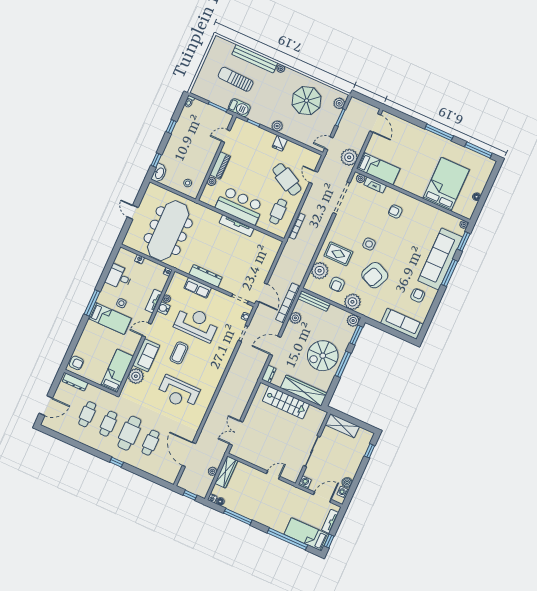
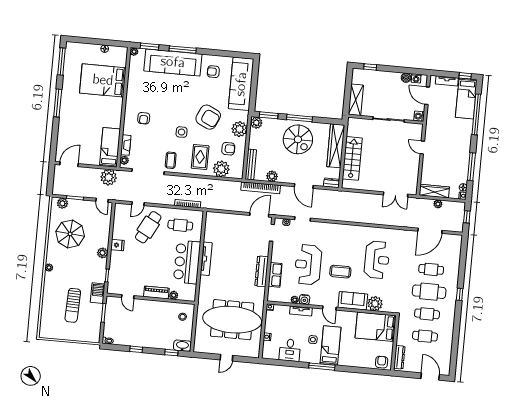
bench: (255, 59) -> (48, 294), removed
coffee table: (345, 224) -> (171, 160), added
sofa: (402, 324) -> (241, 84), width x1.36, depth x1.27
bed: (117, 371) -> (376, 327), width x1.50

